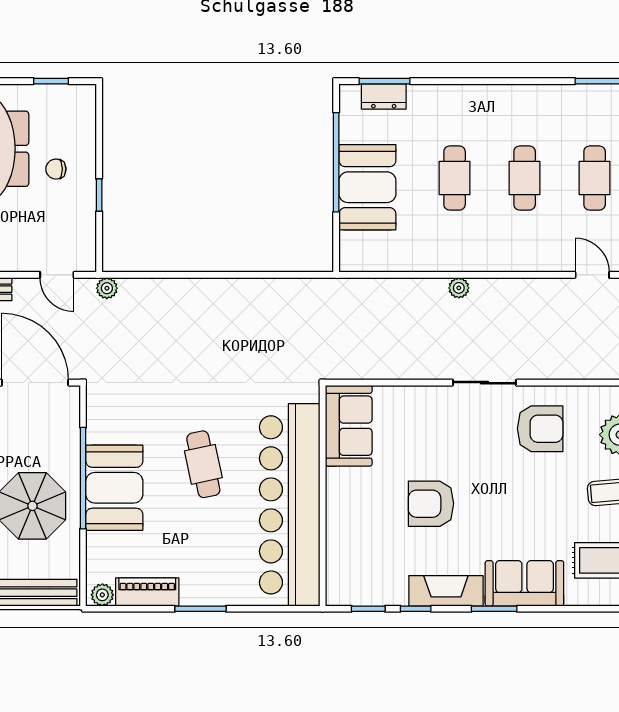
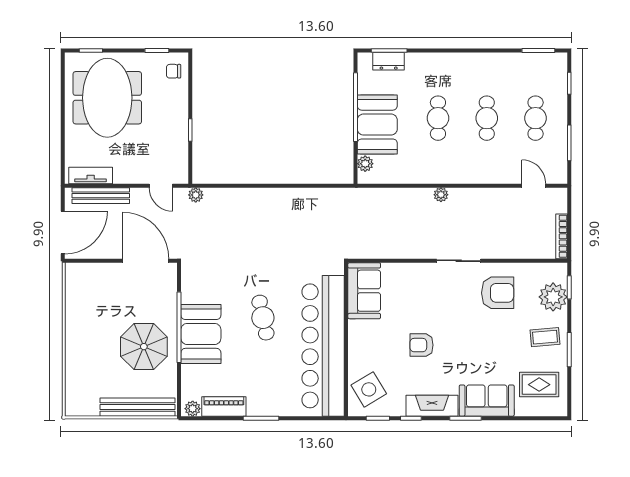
chair: (56, 169) -> (174, 71), moved
plant: (350, 243) -> (365, 164), added
armchair: (431, 504) -> (421, 345), width x0.72, depth x0.72
side table: (355, 567) -> (369, 389), added

